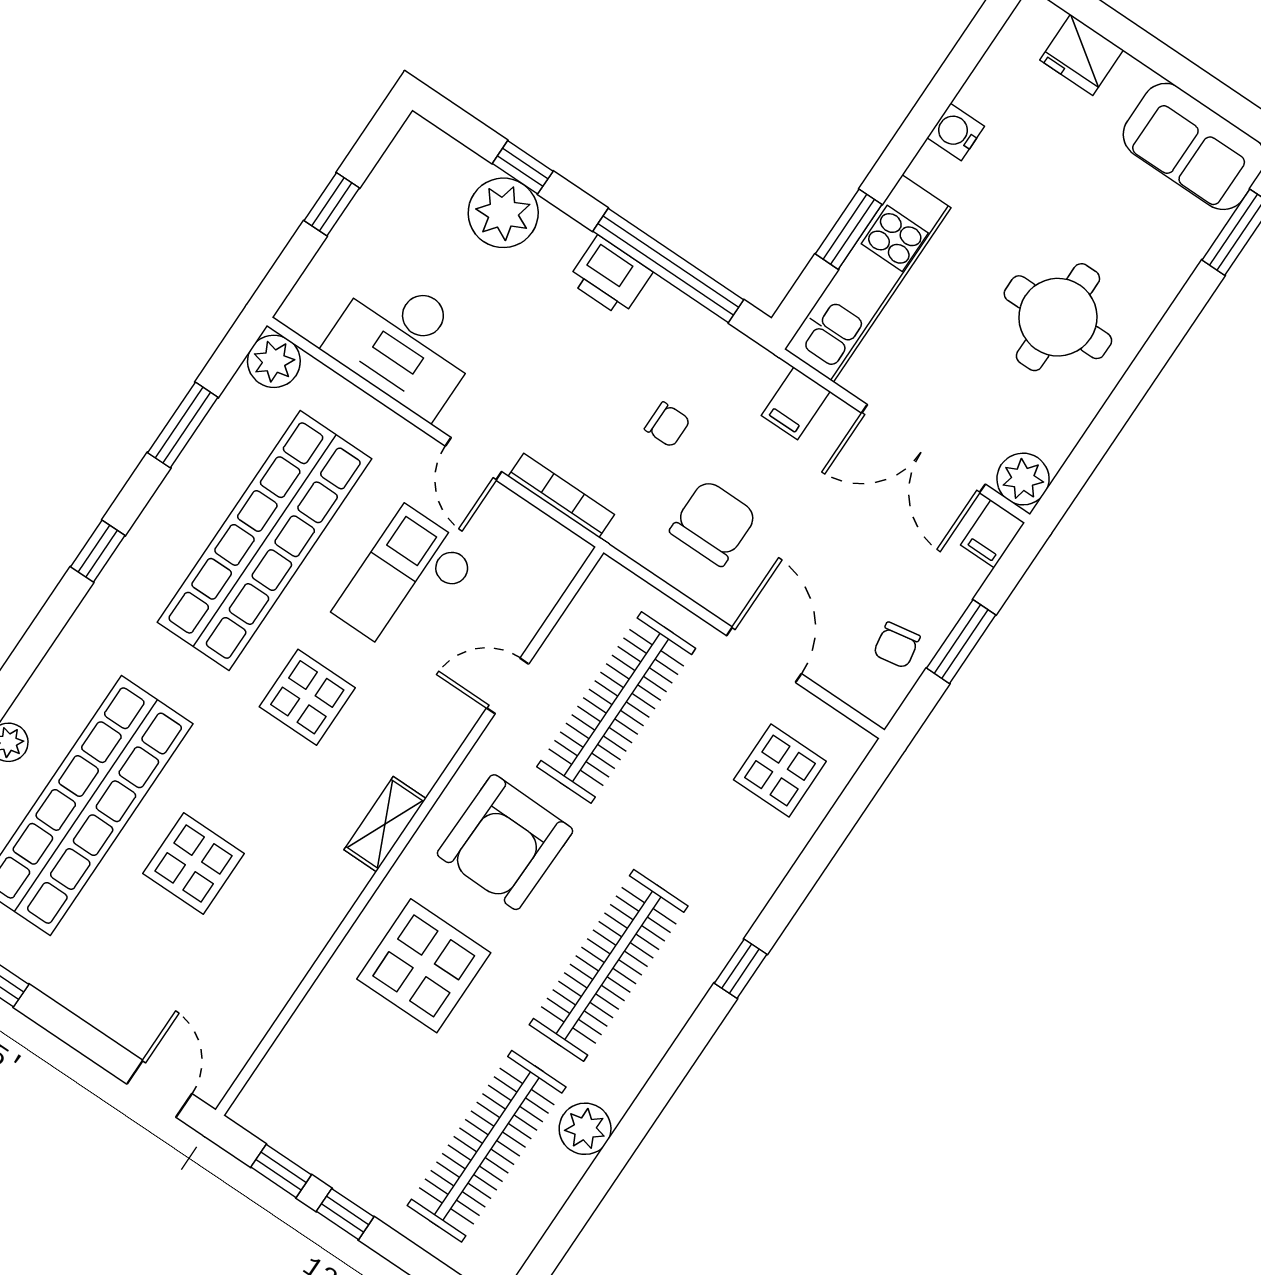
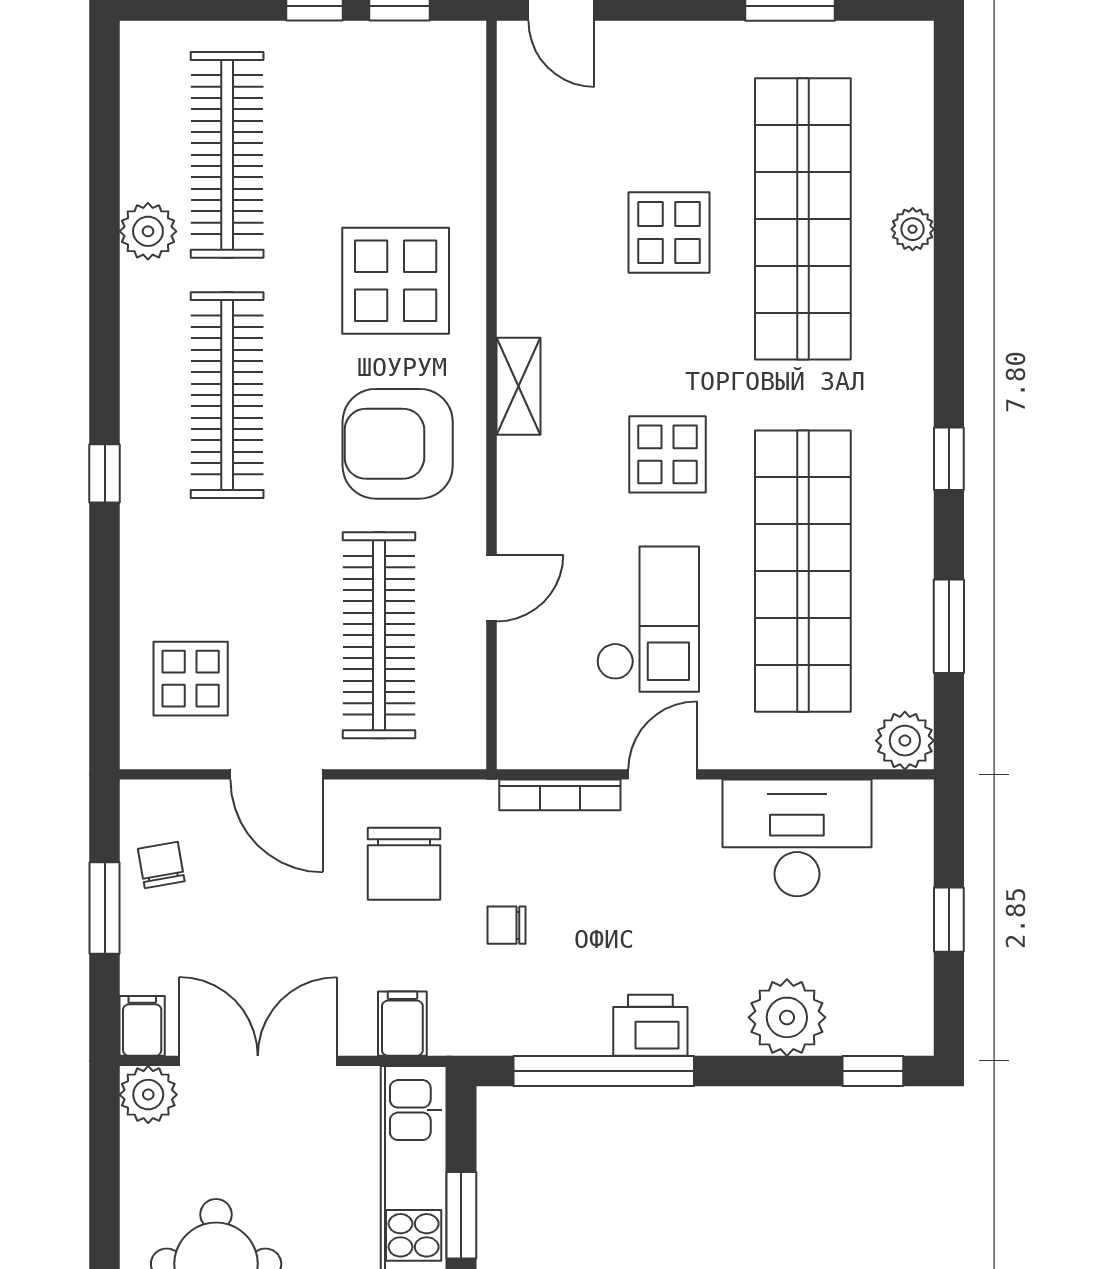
window: (523, 167) -> (873, 1071), moved
door: (474, 459) -> (663, 774), hinge flipped
armchair: (505, 842) -> (398, 444), turned -91

